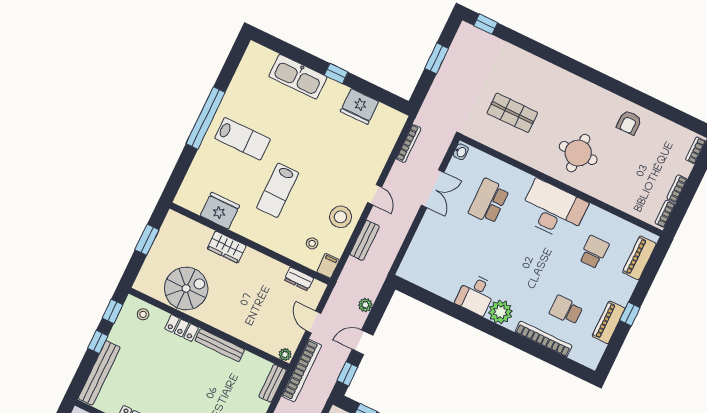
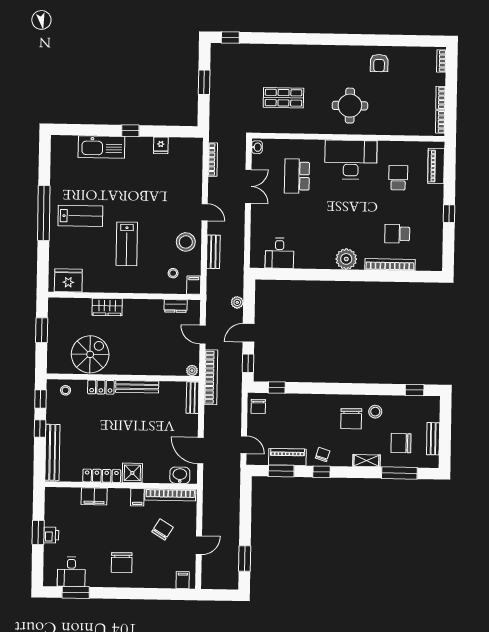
fridge: (359, 107) -> (161, 145), width x0.53, depth x0.75
fridge: (220, 211) -> (68, 280), moved
desk: (476, 294) -> (279, 253), moved
piano: (609, 322) -> (435, 228), removed

